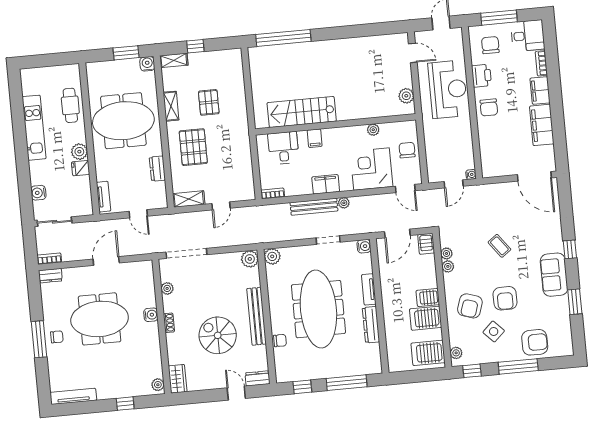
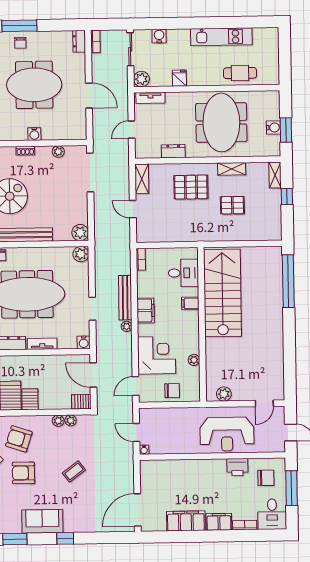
water cooler: (147, 64) -> (273, 128), moved
chair: (489, 107) -> (207, 472), removed
stairs: (302, 112) -> (223, 293), width x1.36, depth x1.51
plant: (79, 152) -> (141, 79), moved
meeting table: (100, 319) -> (34, 85), turned 90

